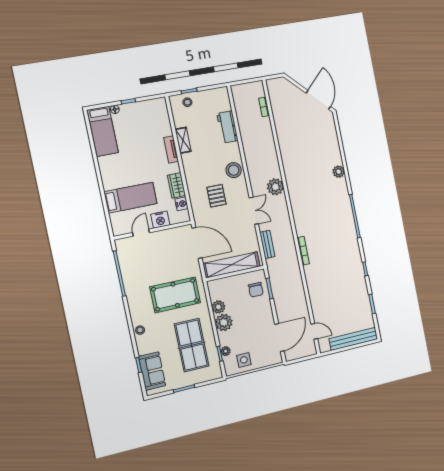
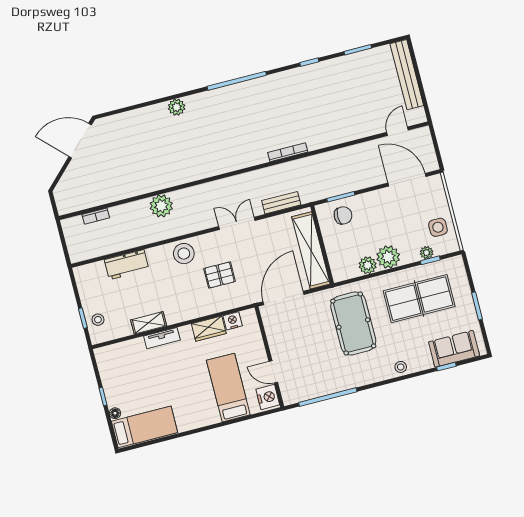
plant: (275, 187) -> (161, 206), moved
nightstand: (160, 220) -> (268, 397), moved

